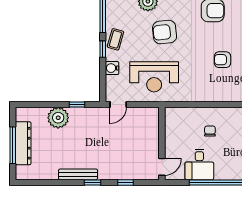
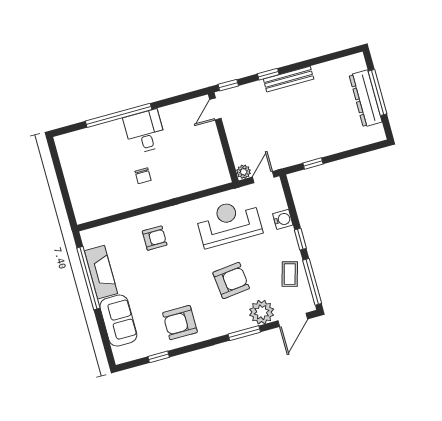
coffee table: (115, 39) -> (290, 274), moved
armchair: (222, 60) -> (155, 238), moved
plant: (58, 118) -> (244, 172), moved, width x0.53, depth x0.53
wall: (162, 143) -> (223, 137), moved
door: (162, 167) -> (215, 109), moved

